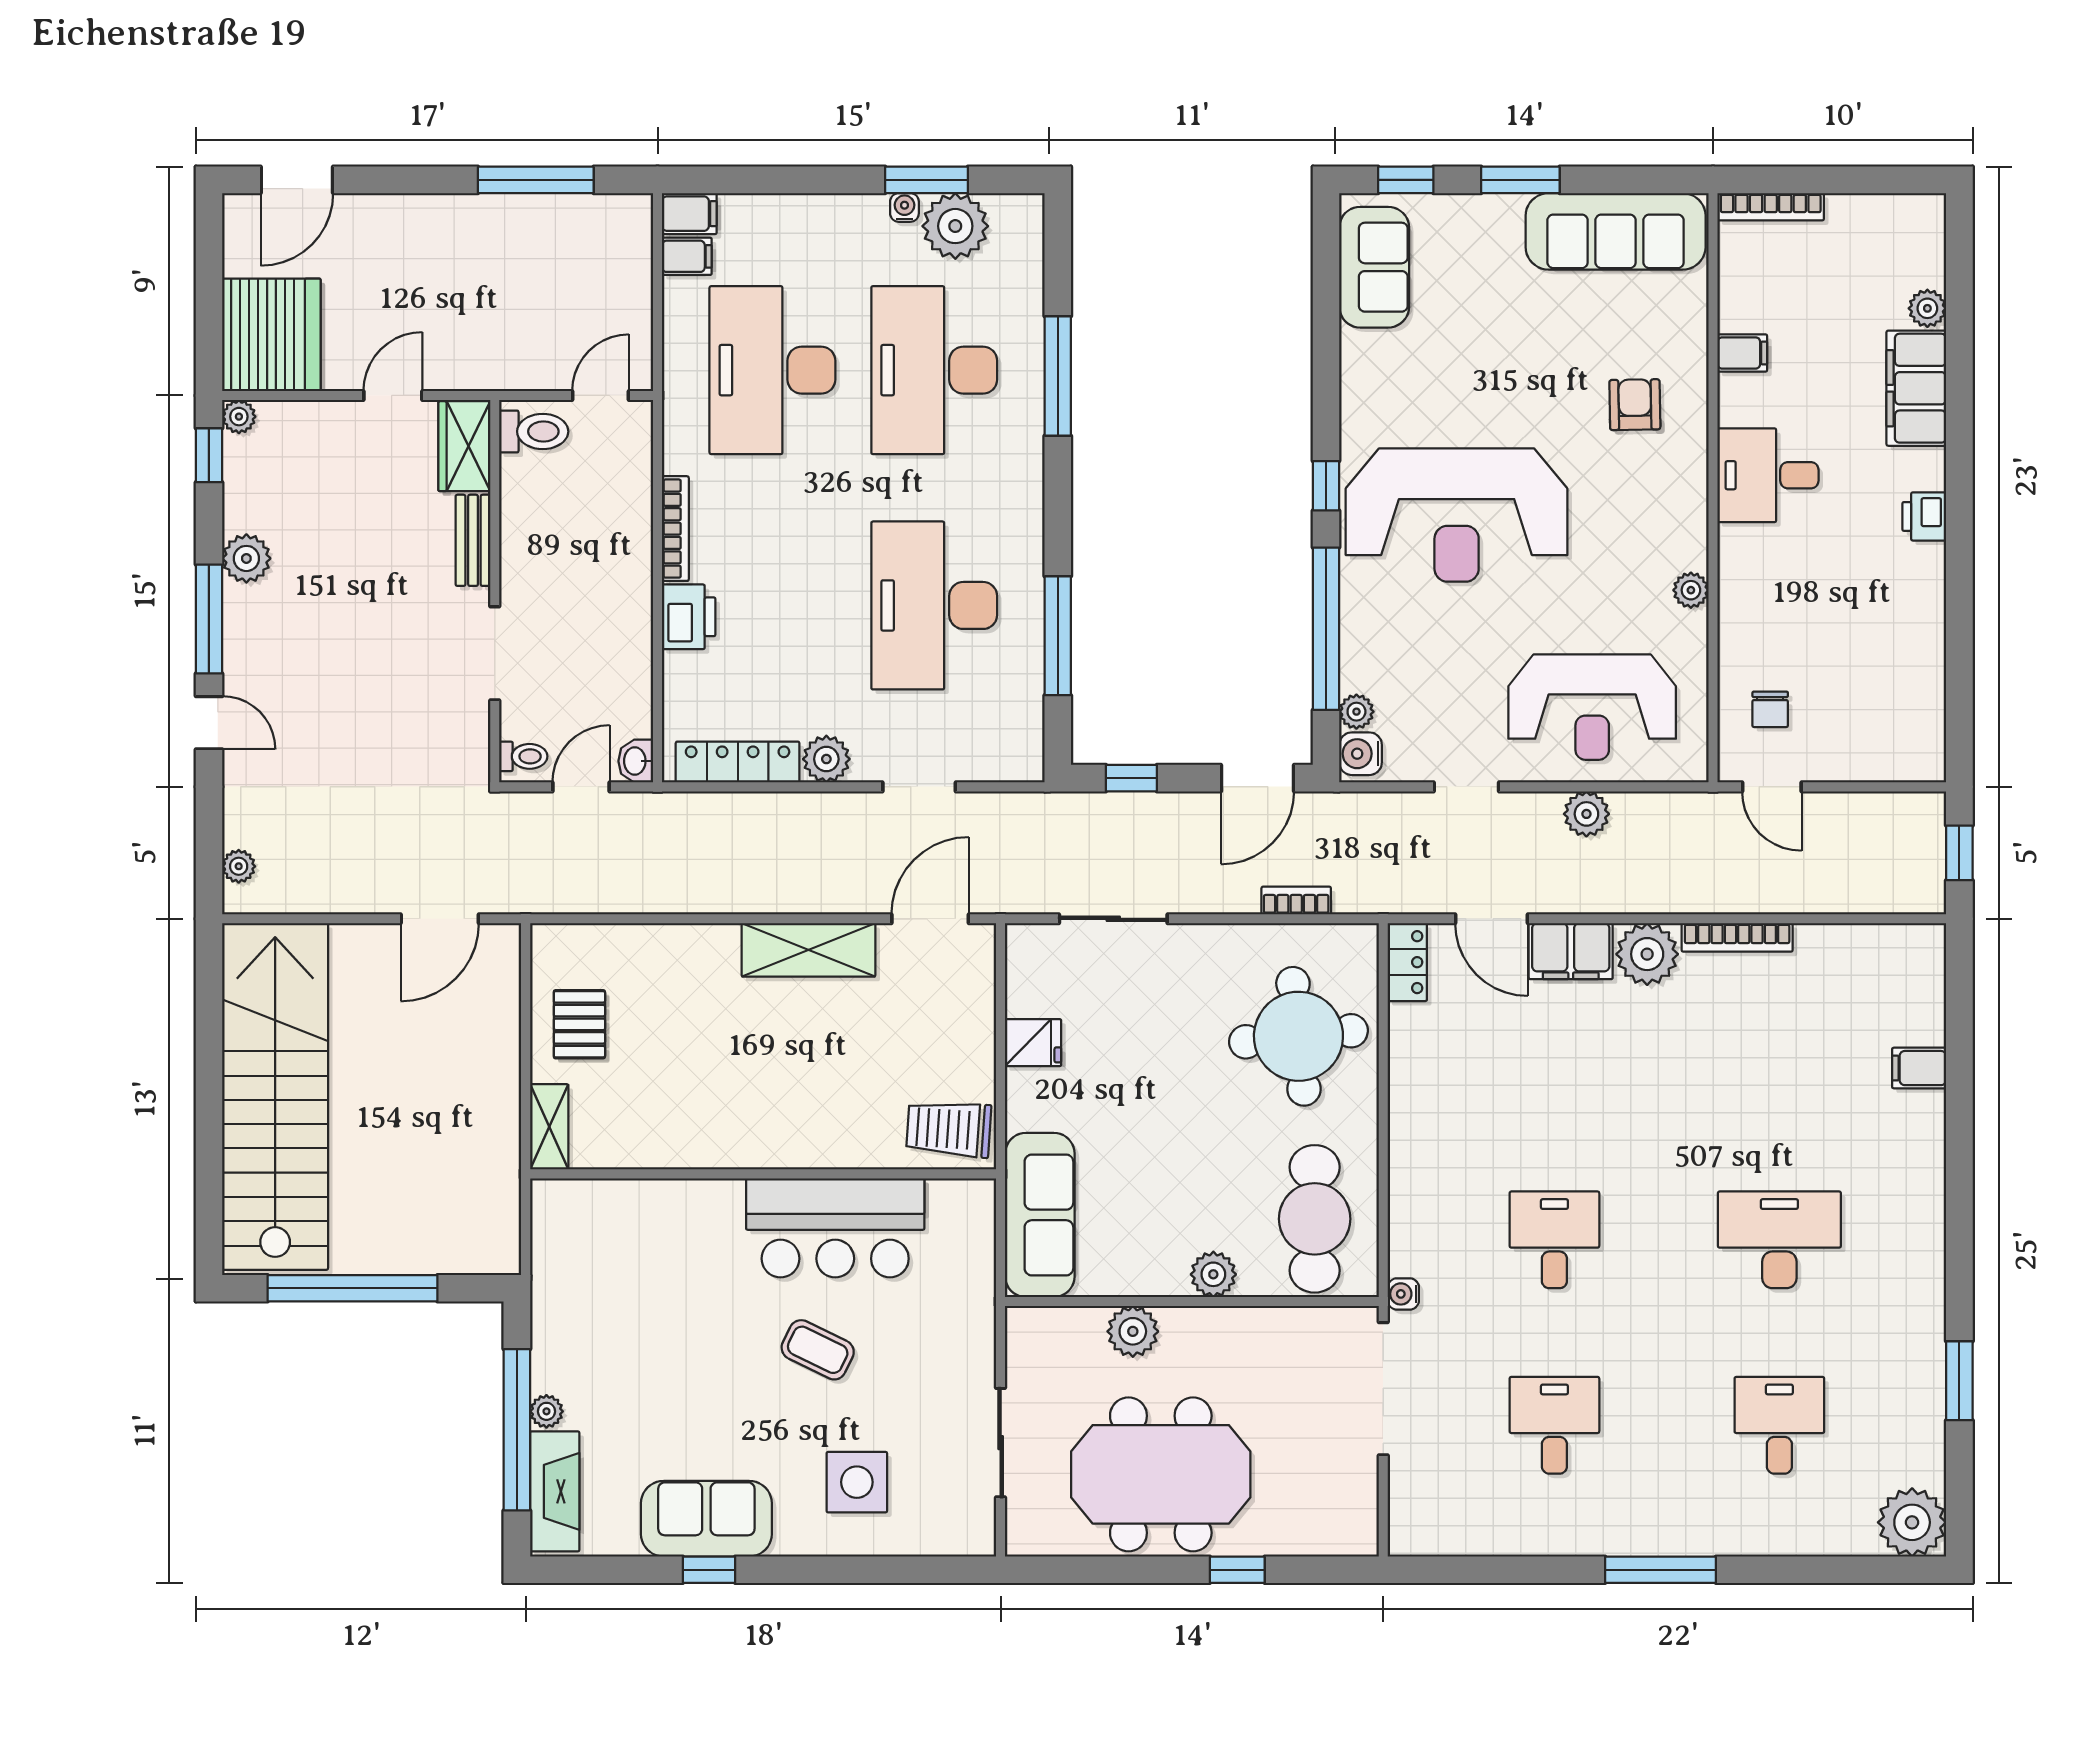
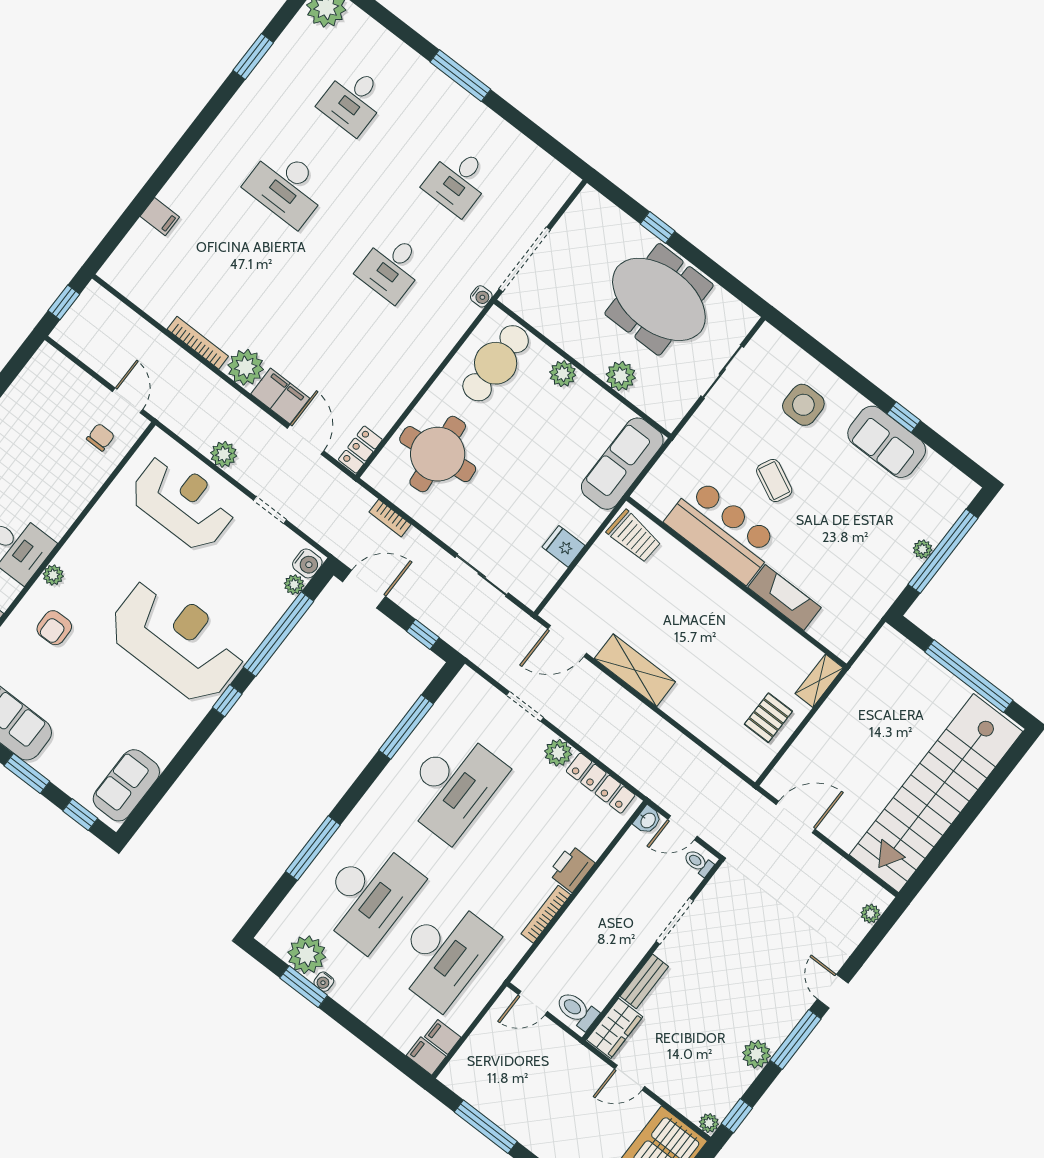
plant: (1691, 590) -> (53, 575), moved
fireplace: (555, 1491) -> (784, 597), moved, turned 90

